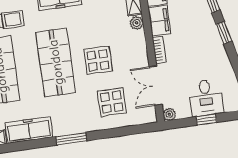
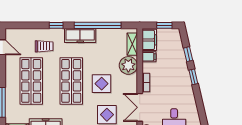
filing cabinet: (159, 21) -> (149, 57), width x0.50
plant: (137, 23) -> (128, 65), width x1.88, depth x1.88

